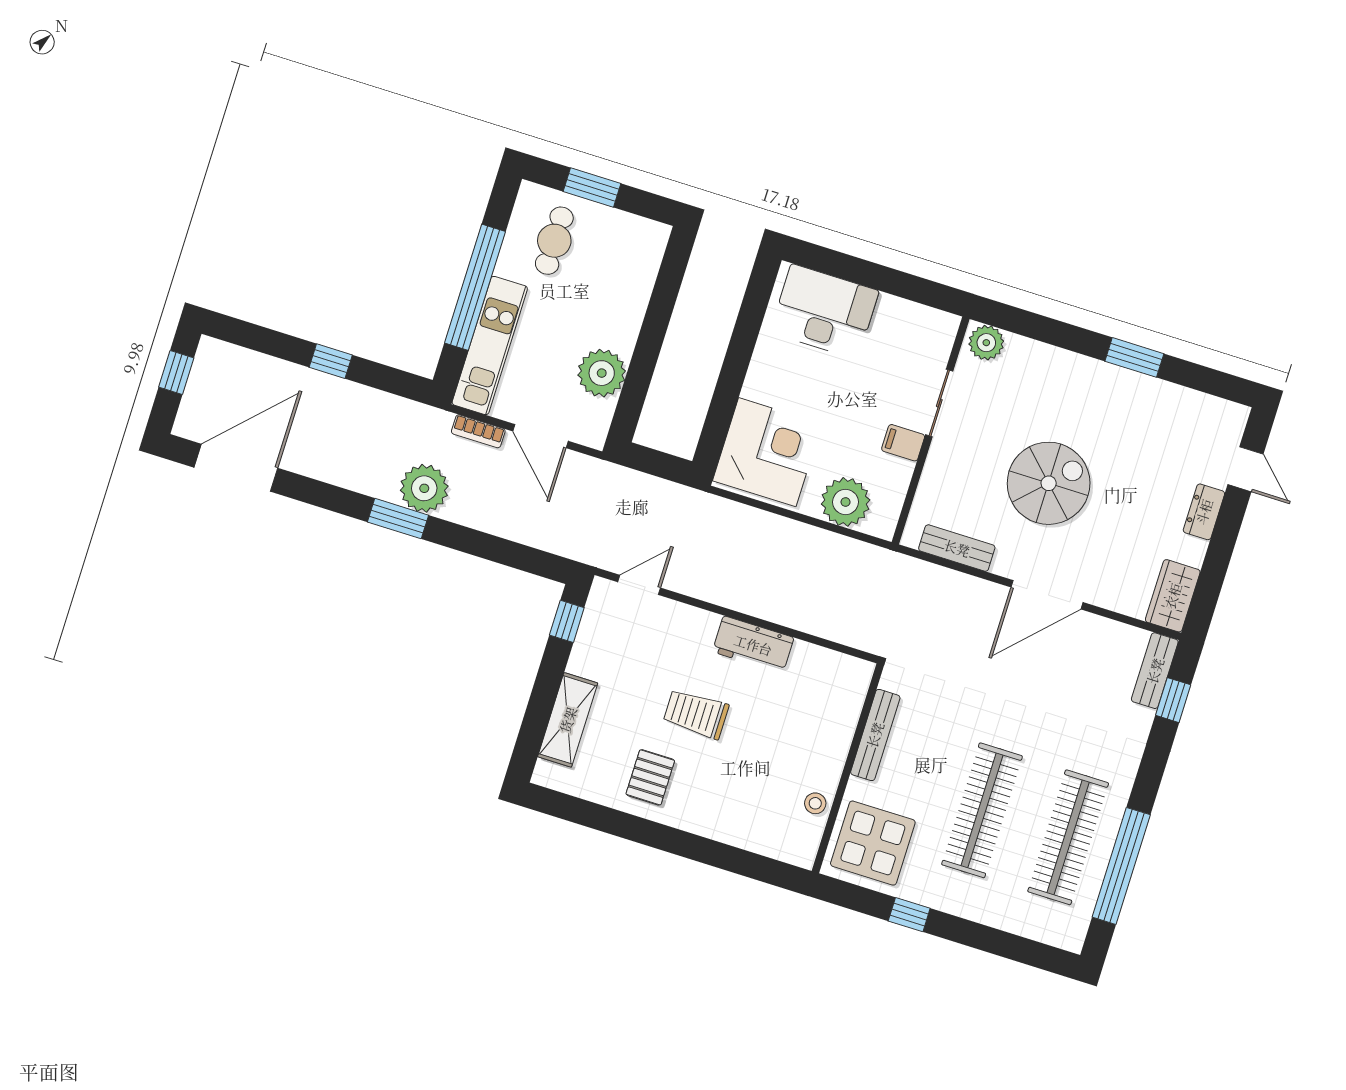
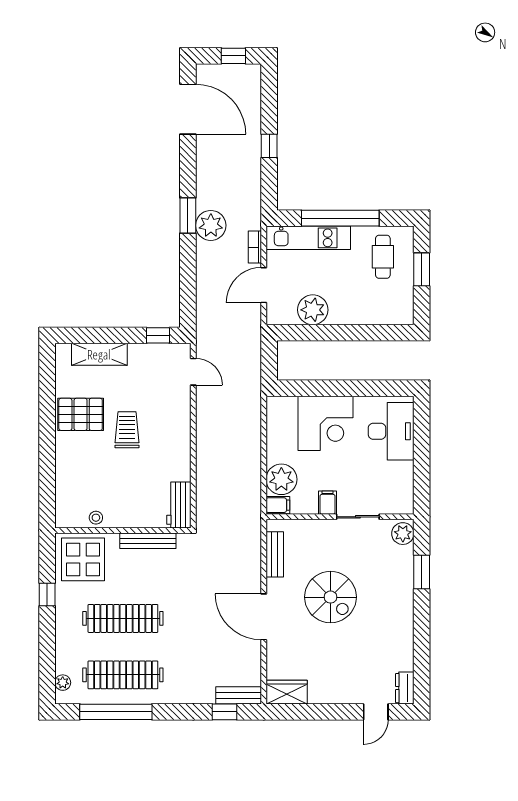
cafe table: (554, 241) -> (383, 257), turned 90
window: (1134, 357) -> (422, 572), moved
corner desk: (767, 452) -> (326, 423), moved
dresser: (1204, 512) -> (405, 688), moved, turned -90
filing cabinet: (883, 520) -> (278, 505), added
workbench: (753, 645) -> (179, 505), moved
pallet: (650, 777) -> (81, 414), width x1.50, depth x1.42
plant: (1051, 933) -> (63, 683), added

